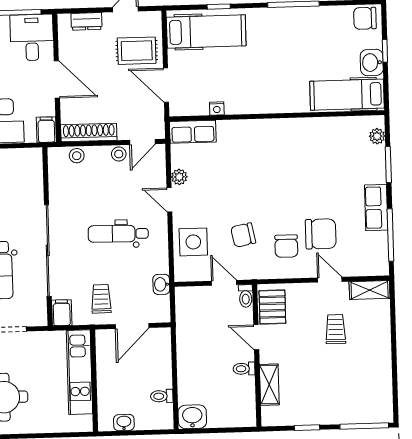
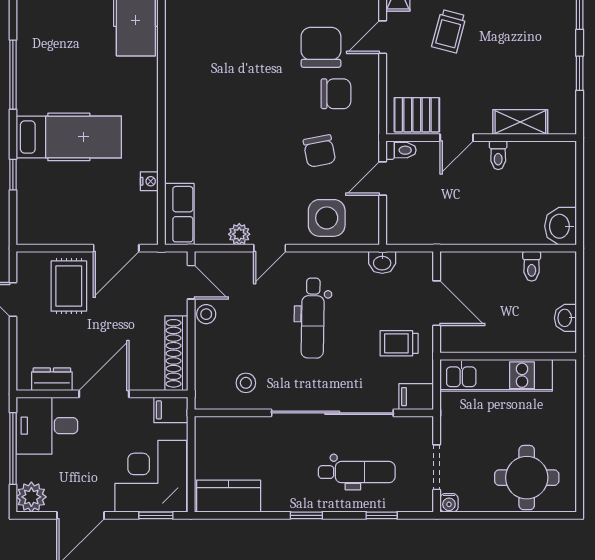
dresser: (86, 21) -> (52, 379), moved, turned -90
hospital bed: (206, 31) -> (69, 137), moved, turned 90
stool: (77, 156) -> (246, 383), moved
trolley: (336, 329) -> (449, 31), turned -75

